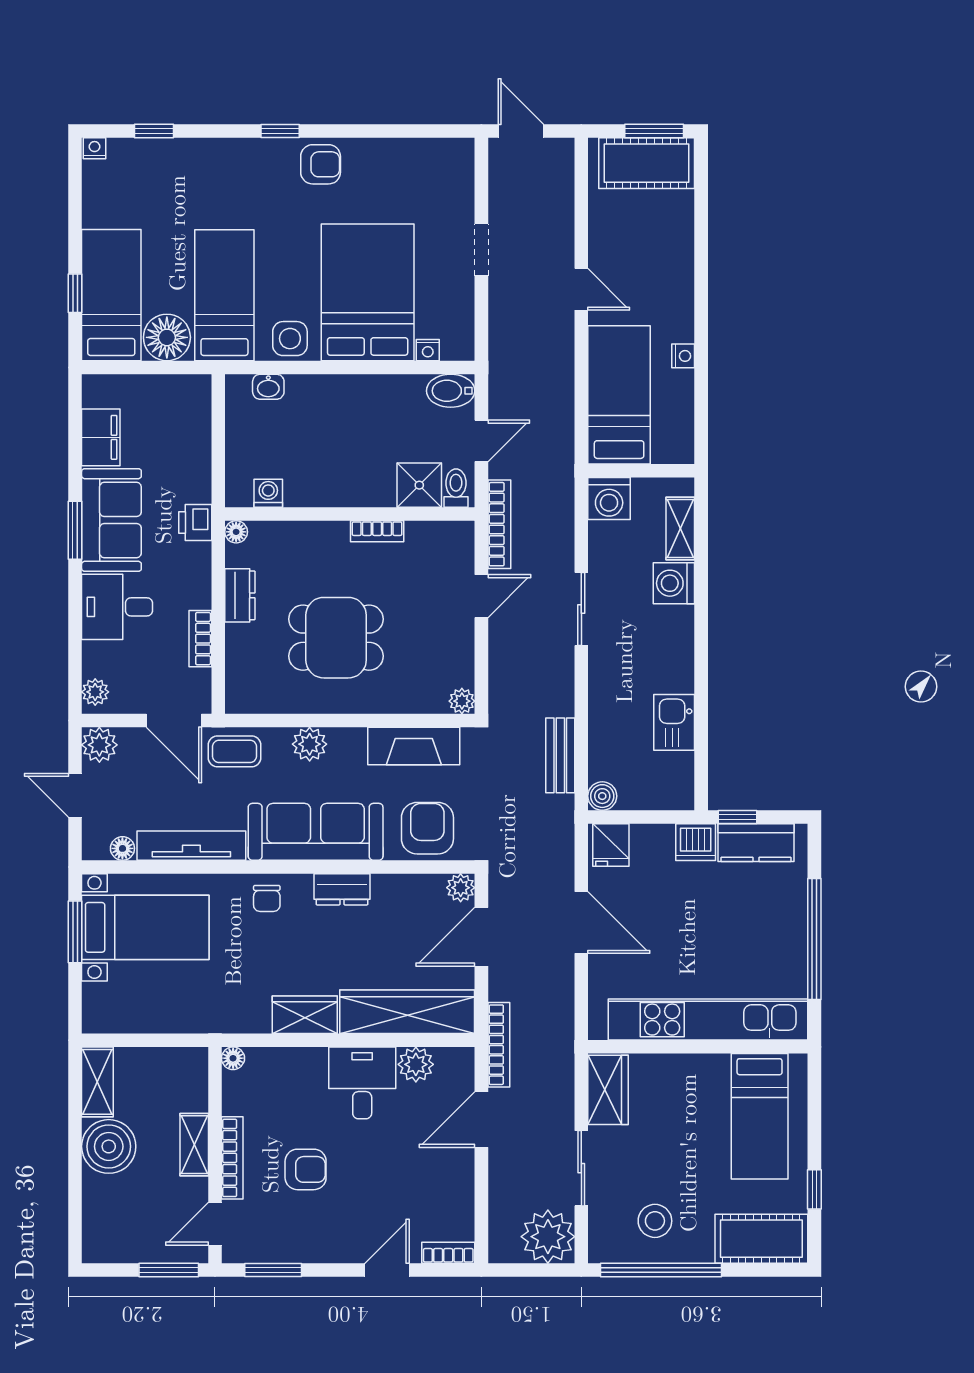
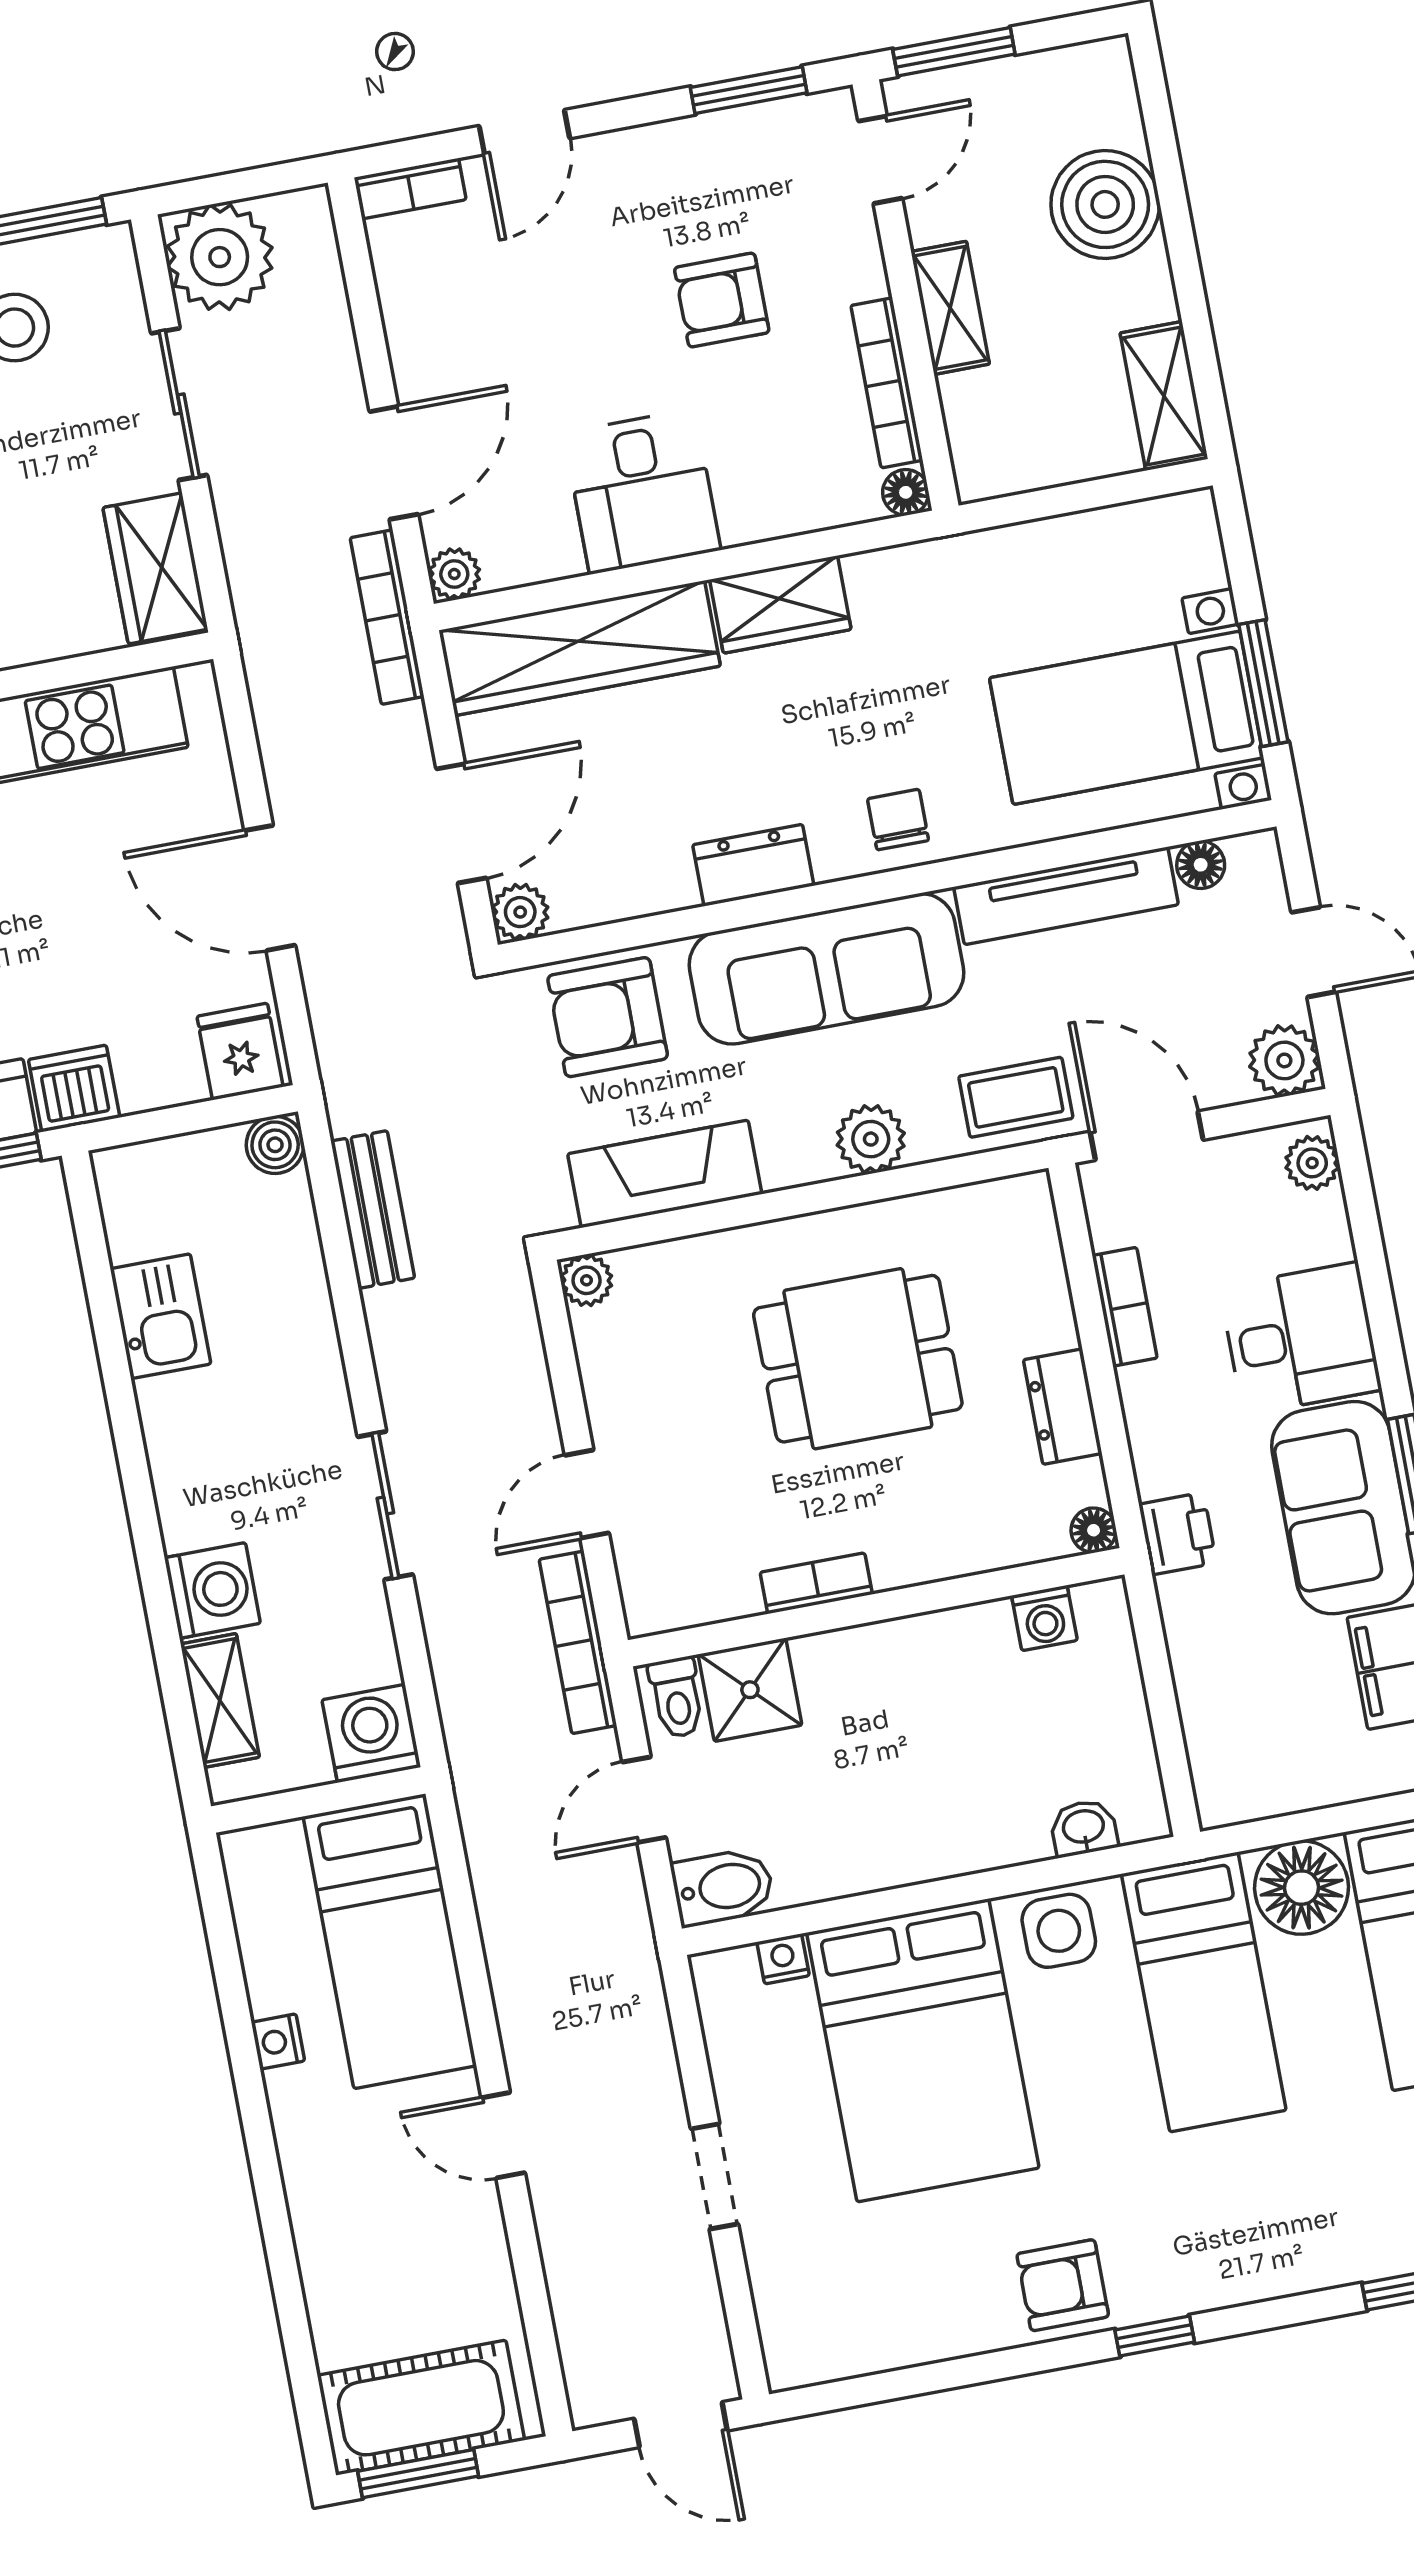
armchair: (427, 828) -> (608, 1017), turned 90
plant: (416, 1064) -> (454, 574), moved, width x0.73, depth x0.73
boiler: (109, 1146) -> (1105, 204), moved
bookcase: (232, 1158) -> (887, 383), moved

